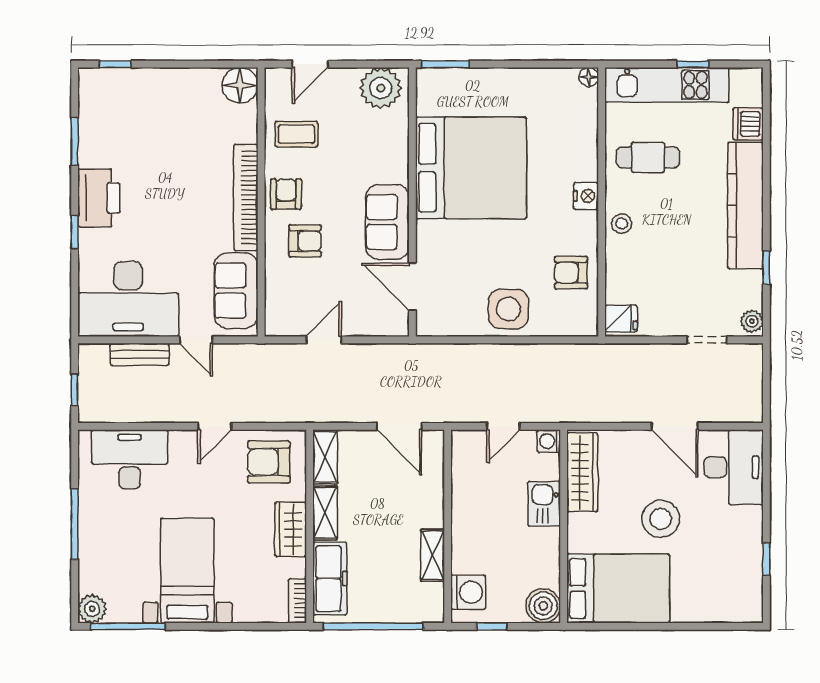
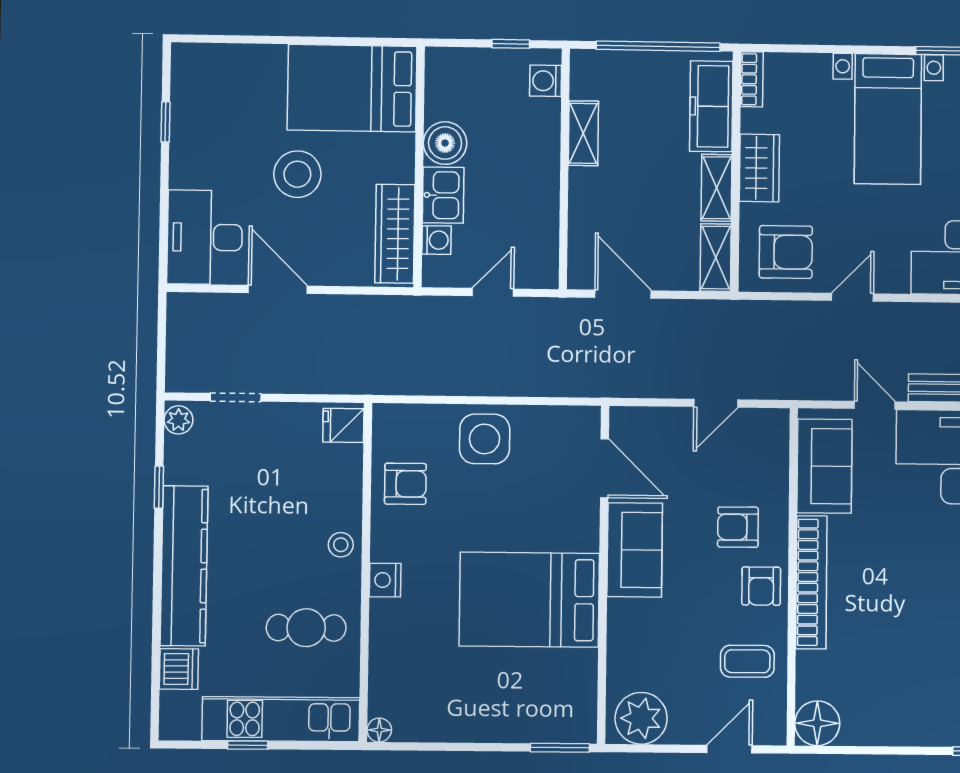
bed: (471, 168) -> (529, 600), width x0.73
washing machine: (549, 441) -> (436, 240), moved
washing machine: (468, 592) -> (546, 81), width x0.73, depth x0.73
boiler: (543, 606) -> (445, 143), moved

